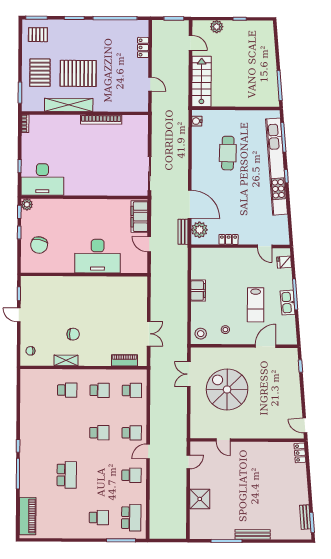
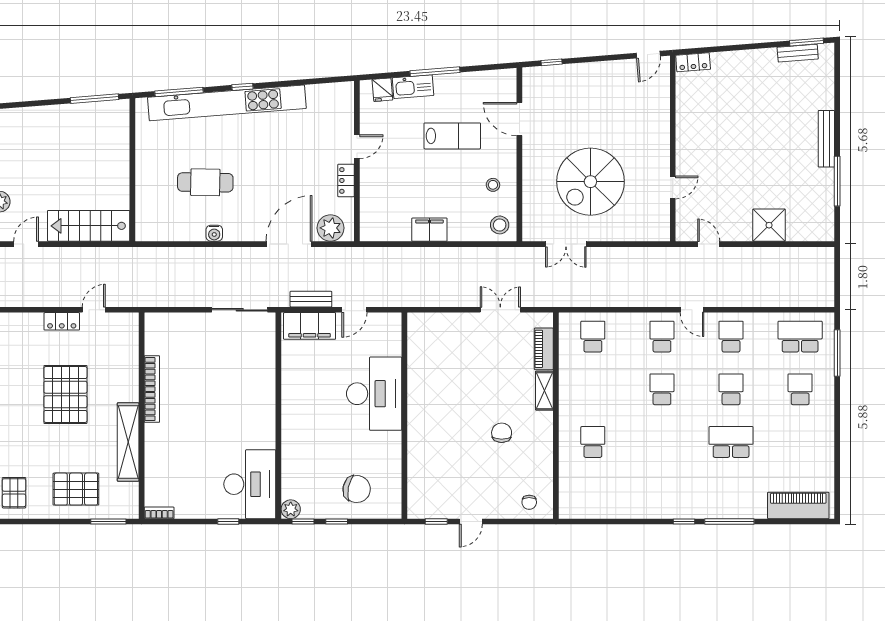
locker: (143, 47) -> (62, 321), moved
pallet: (78, 73) -> (65, 395), moved
water cooler: (197, 121) -> (214, 233), moved
bench: (183, 232) -> (311, 299), moved
door: (265, 246) -> (357, 147), moved
kitchen sink: (288, 303) -> (413, 87), moved
shelving: (66, 360) -> (544, 391), moved
school desk: (100, 390) -> (731, 389), moved

